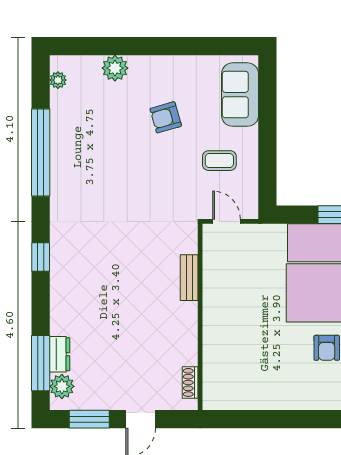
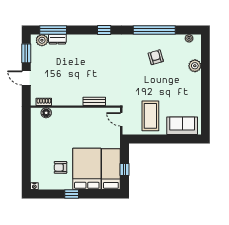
armchair: (166, 117) -> (156, 57), moved
coffee table: (219, 161) -> (150, 116), width x1.86, depth x1.72
door: (227, 221) -> (121, 119), swing flipped
floor lamp: (213, 378) -> (46, 113), added

